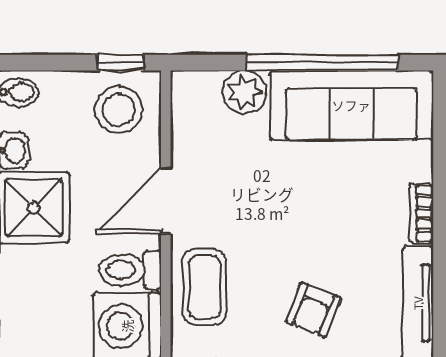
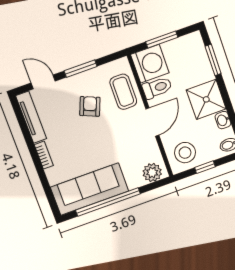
window: (121, 63) -> (205, 167), moved
plant: (245, 92) -> (152, 173), moved
armchair: (313, 310) -> (90, 106), moved

